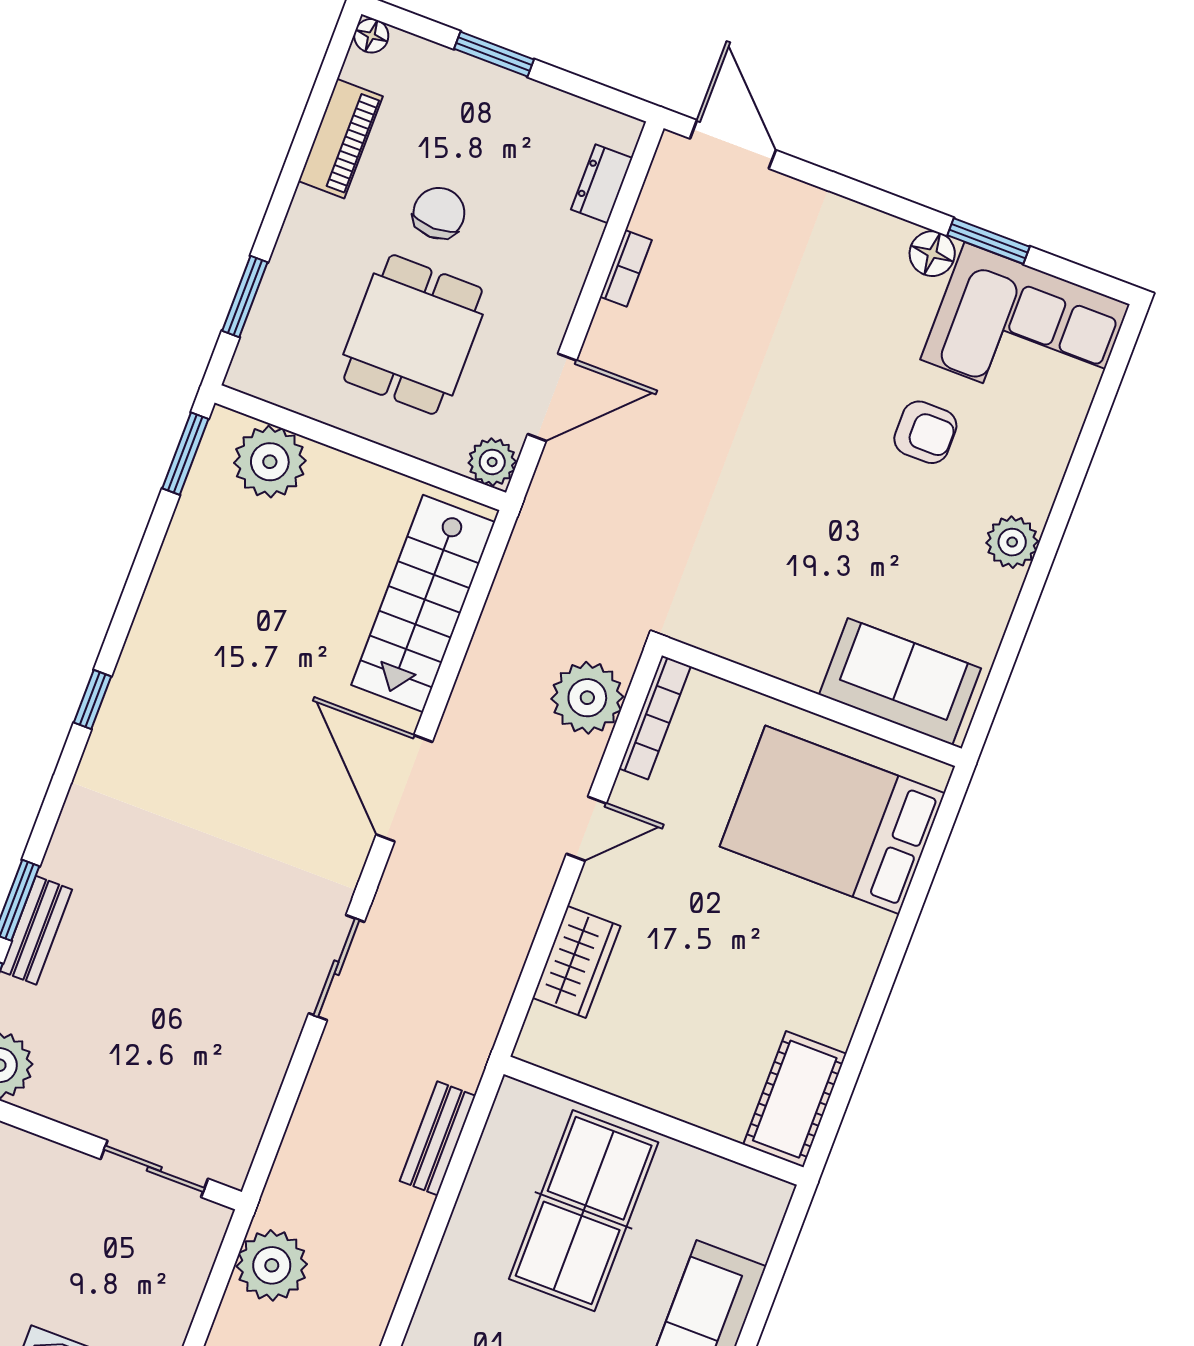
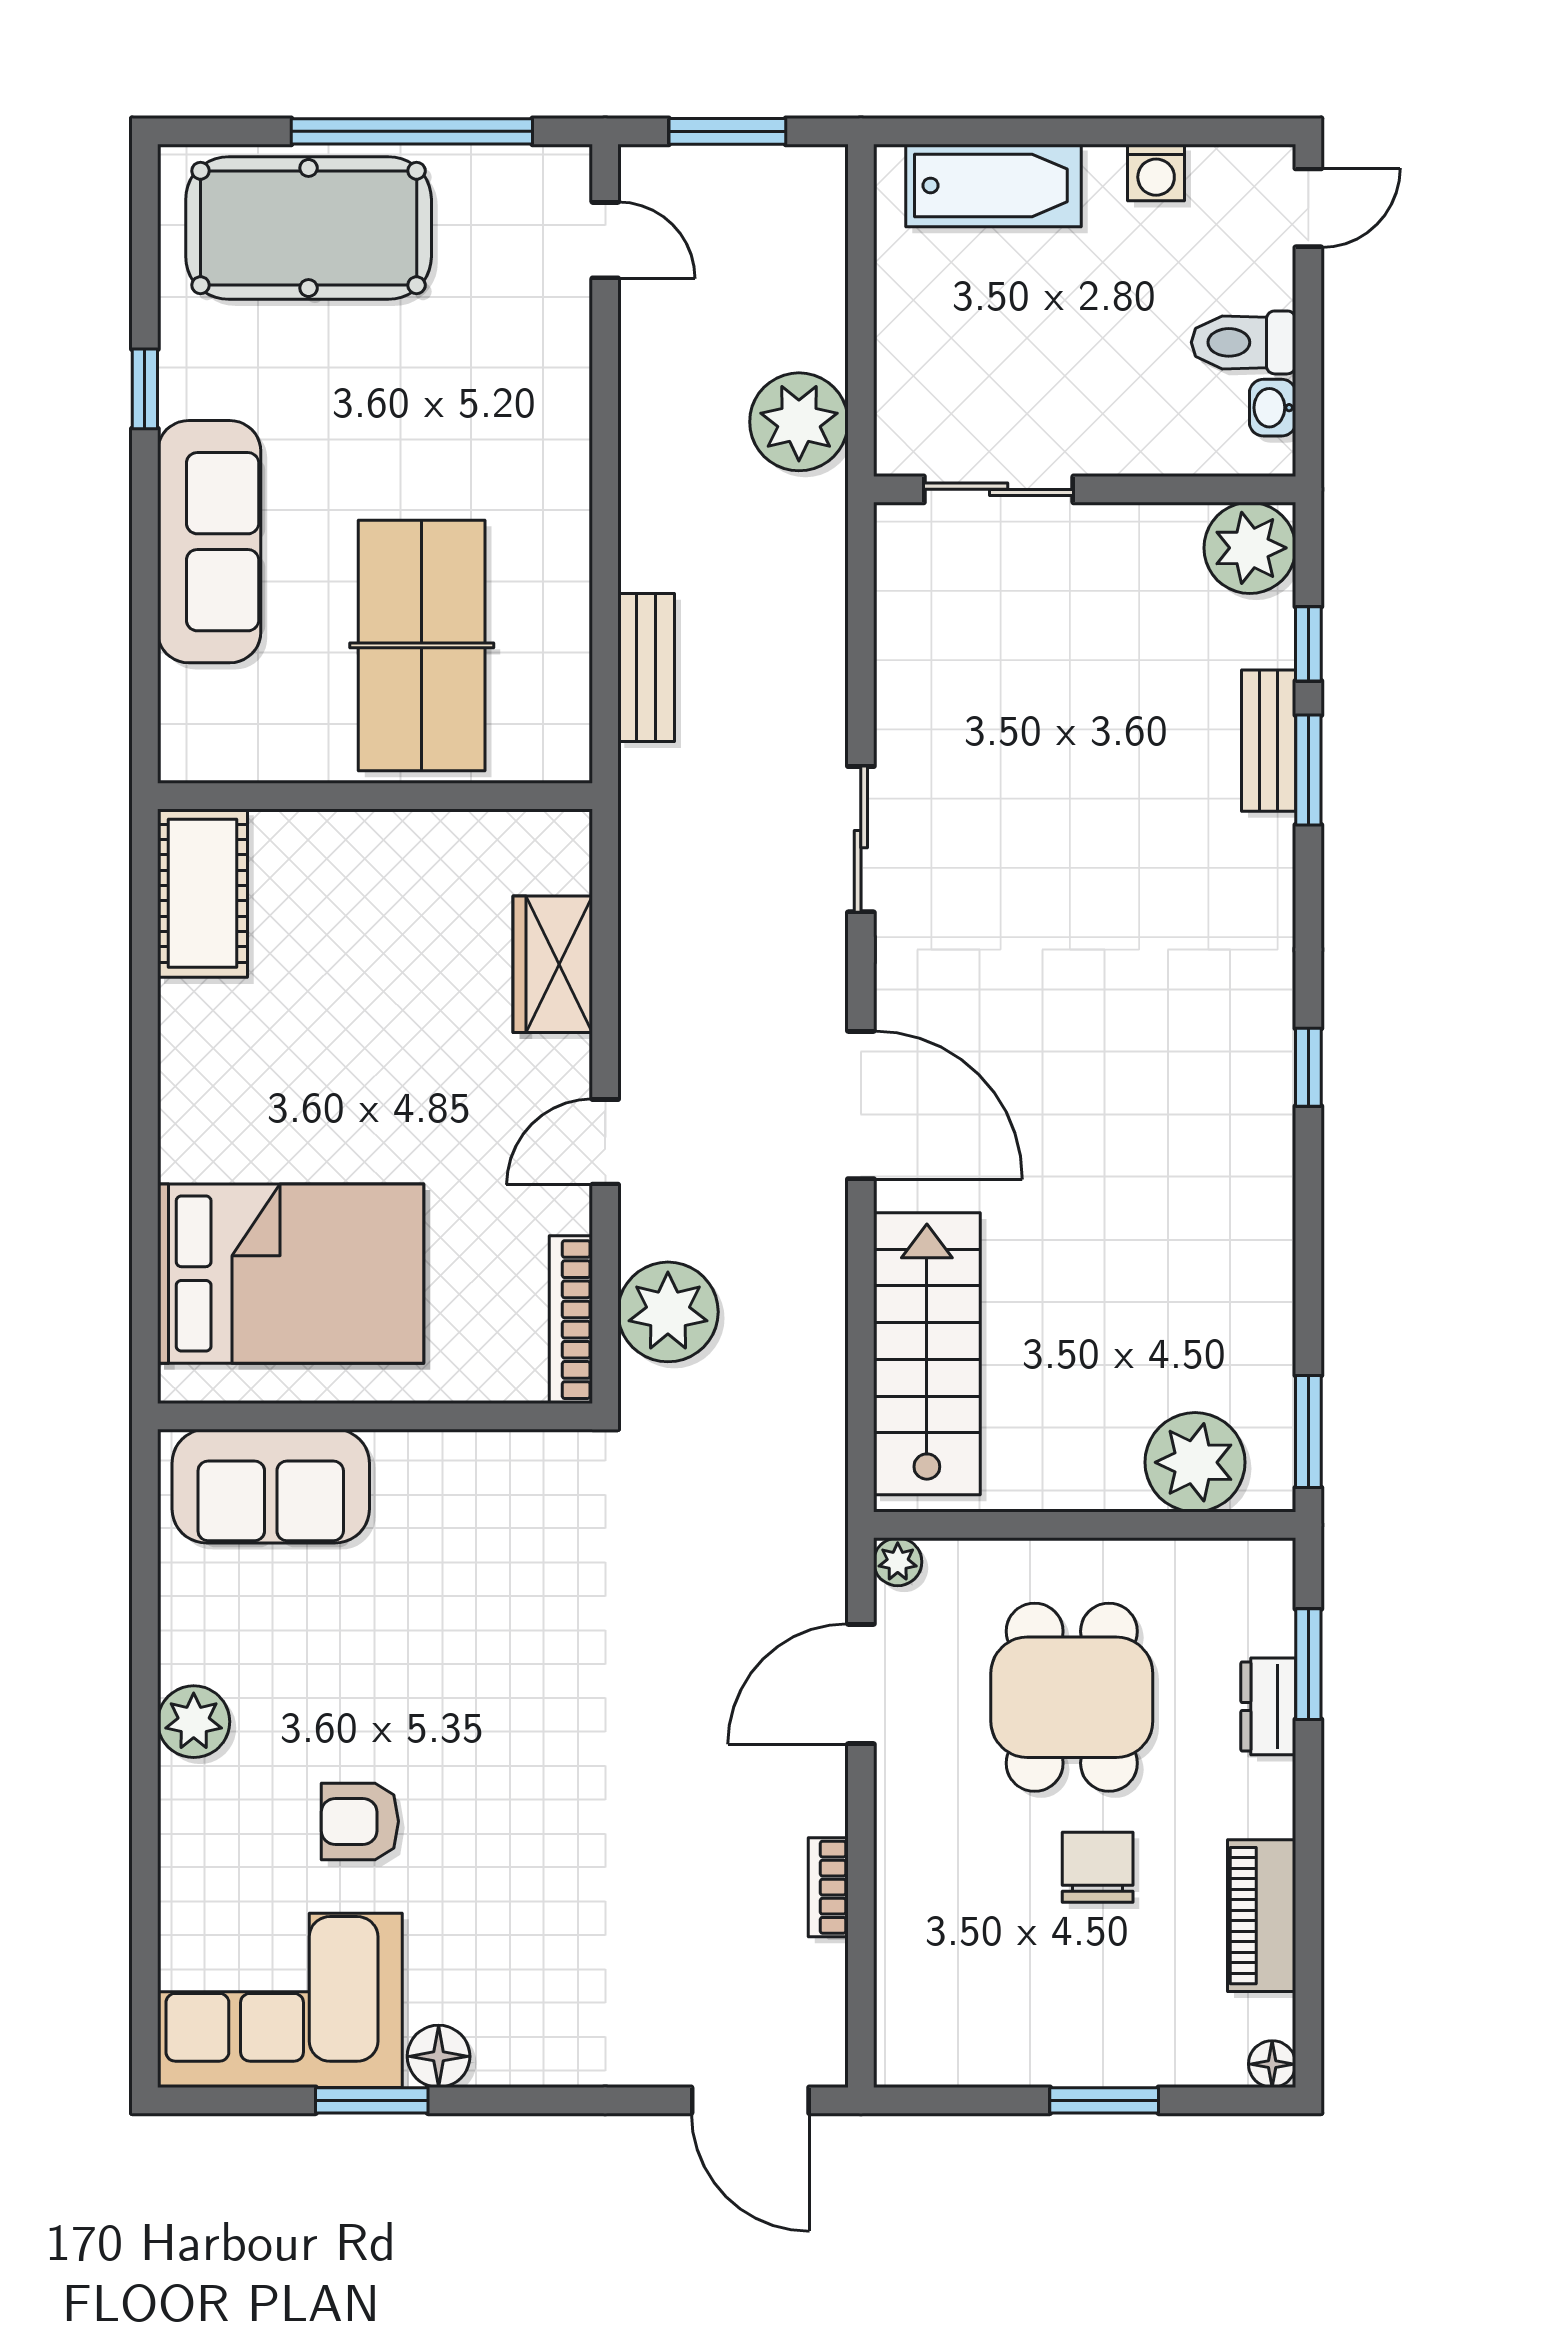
dresser: (602, 184) -> (1268, 1706), moved, turned 180
chair: (439, 213) -> (1098, 1867), turned 180
plant: (492, 462) -> (898, 1562), width x0.73, depth x0.73

